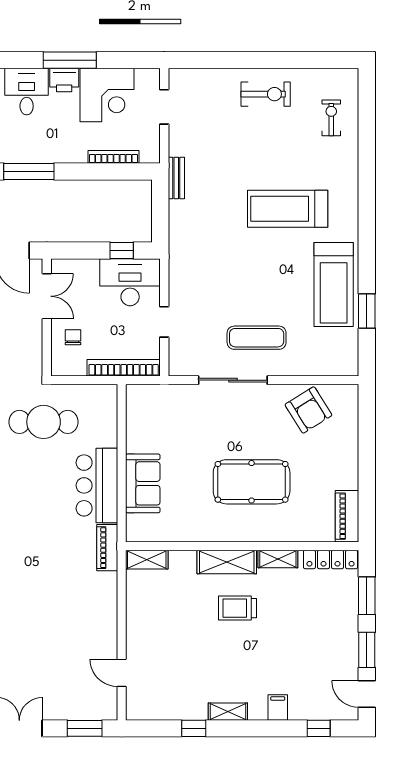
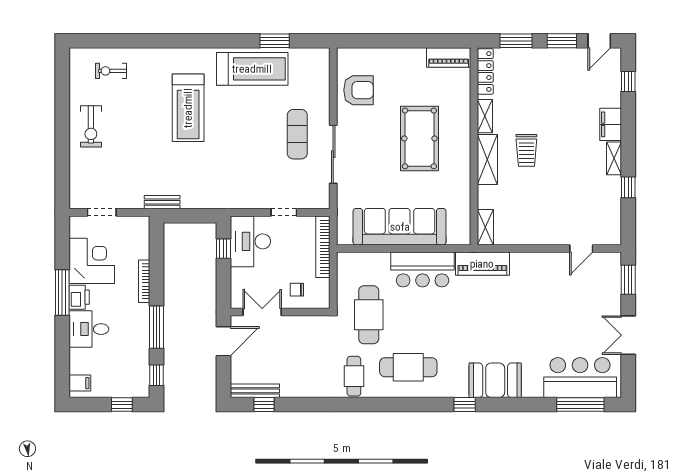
exercise bike: (266, 94) -> (91, 126), turned 180
bookcase: (113, 157) -> (144, 281), moved
armchair: (308, 410) -> (359, 90), turned 32
sofa: (143, 483) -> (400, 227), width x1.85, depth x1.27
piano: (107, 548) -> (482, 264), width x1.37, depth x1.33
filing cabinet: (278, 707) -> (611, 124), width x2.00

